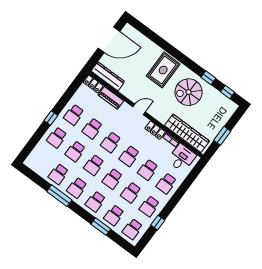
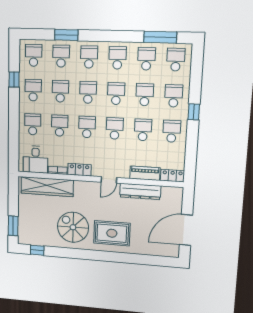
rug: (163, 70) -> (112, 233), turned 90
dresser: (108, 76) -> (140, 191), moved
window: (208, 78) -> (64, 253), removed
spiral stairs: (189, 92) -> (73, 227), turned -90
window: (222, 136) -> (13, 226), moved
school desk: (40, 160) -> (176, 60), added
window: (59, 196) -> (160, 37), moved

